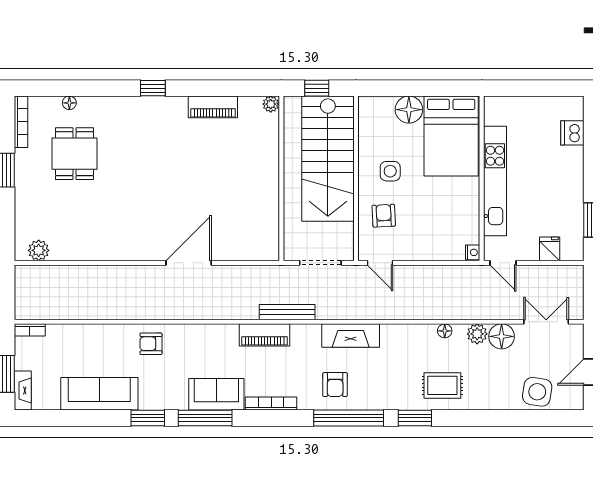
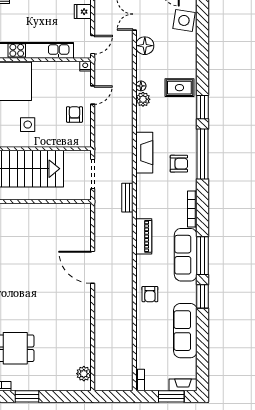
armchair: (384, 216) -> (74, 114), moved, turned 93
door: (380, 263) -> (93, 95), moved
bench: (287, 312) -> (127, 198), width x0.73
plant: (477, 334) -> (143, 99), moved
piano: (265, 335) -> (144, 236), moved
rug: (442, 385) -> (179, 88), turned 90
sofa: (216, 394) -> (186, 255), width x1.36

